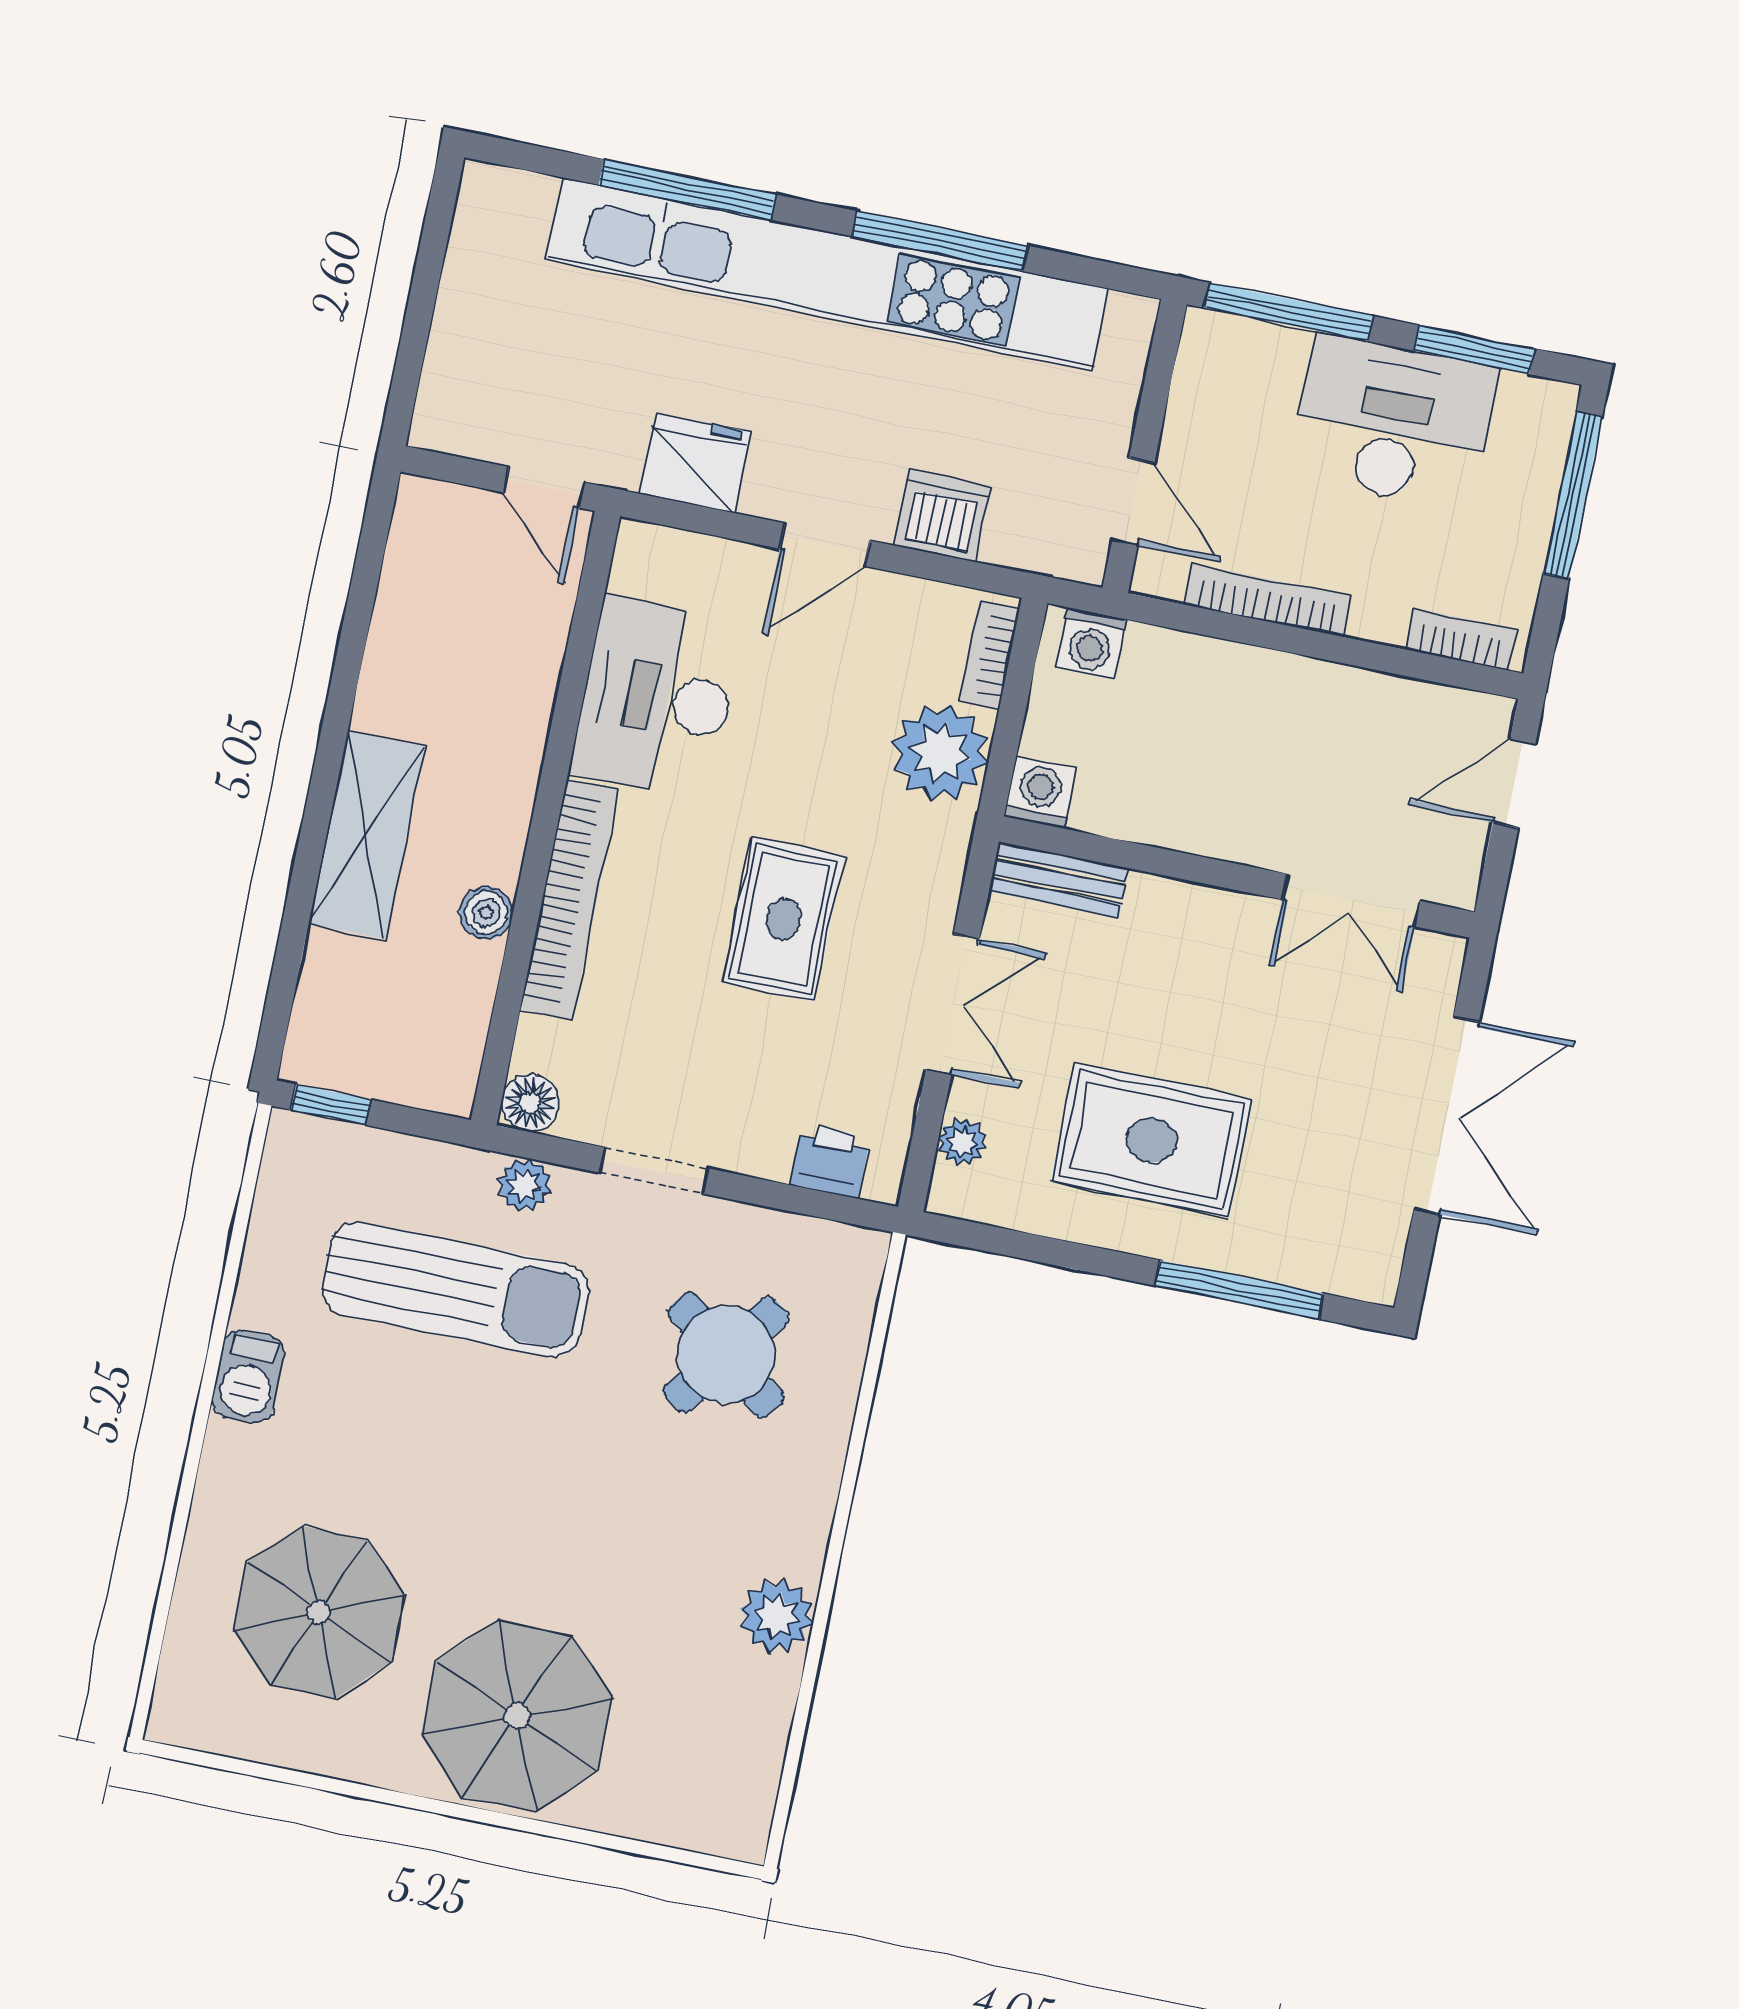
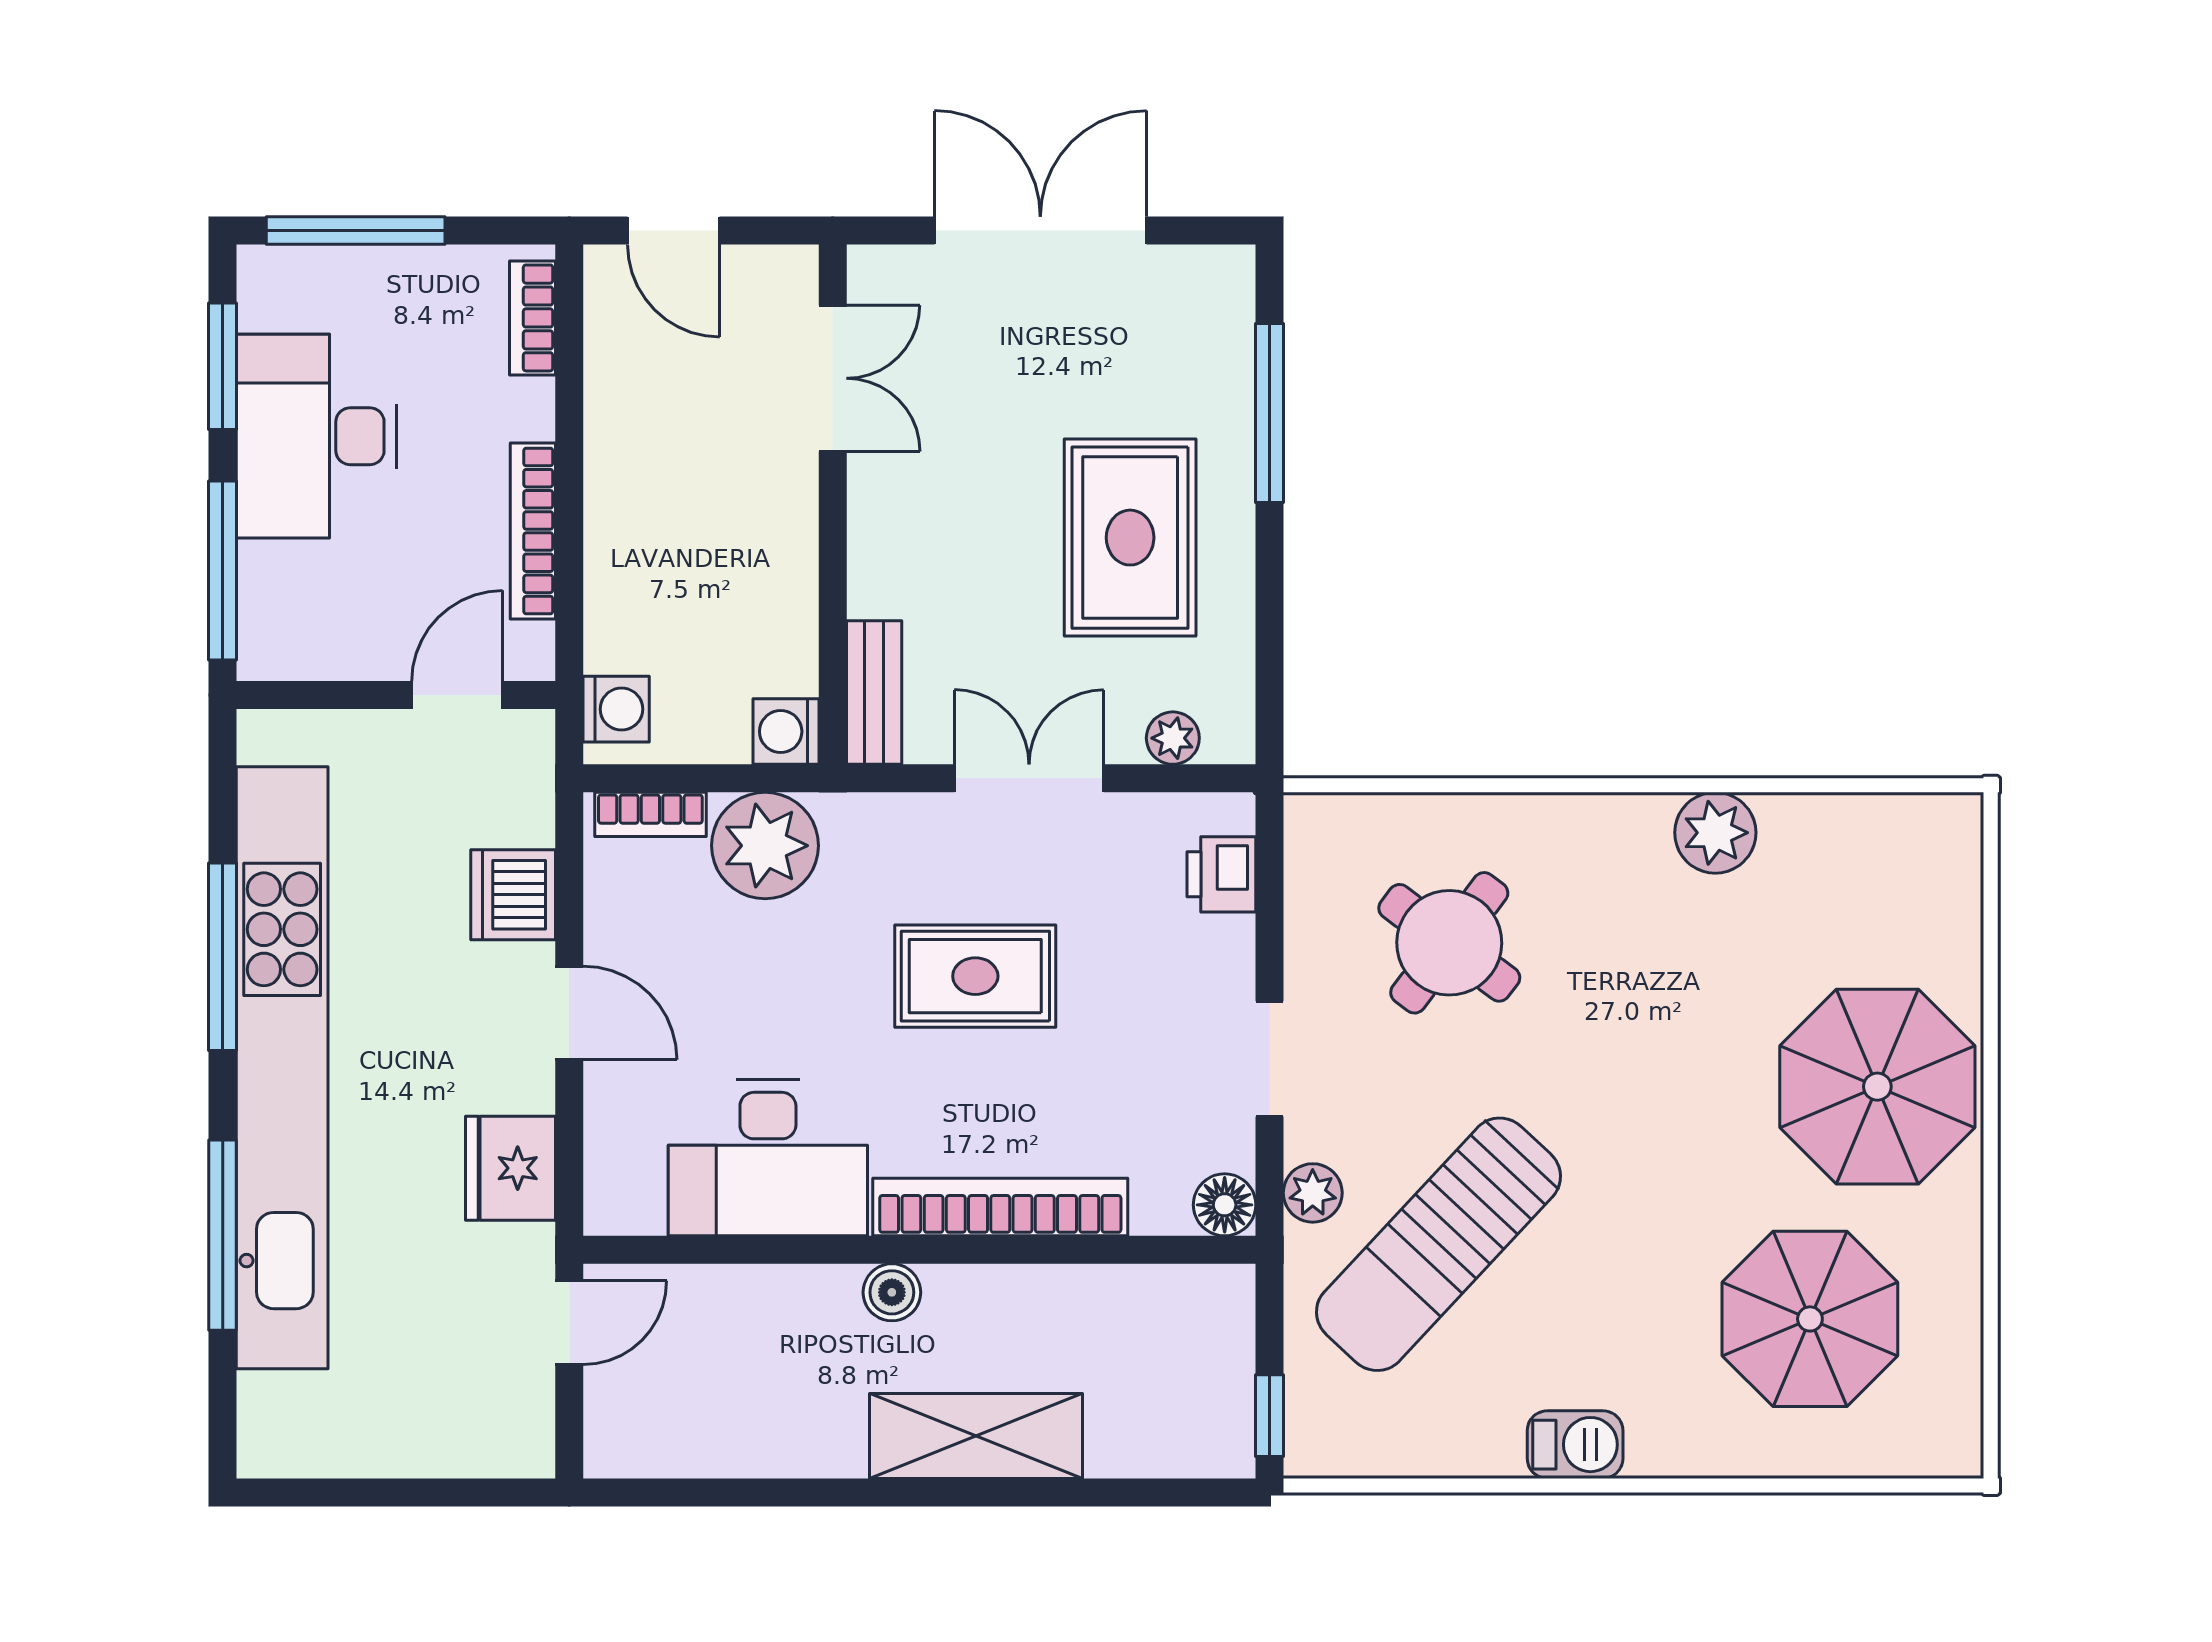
boiler: (486, 913) -> (892, 1292), moved
sun lounger: (455, 1289) -> (1438, 1244), turned -137

